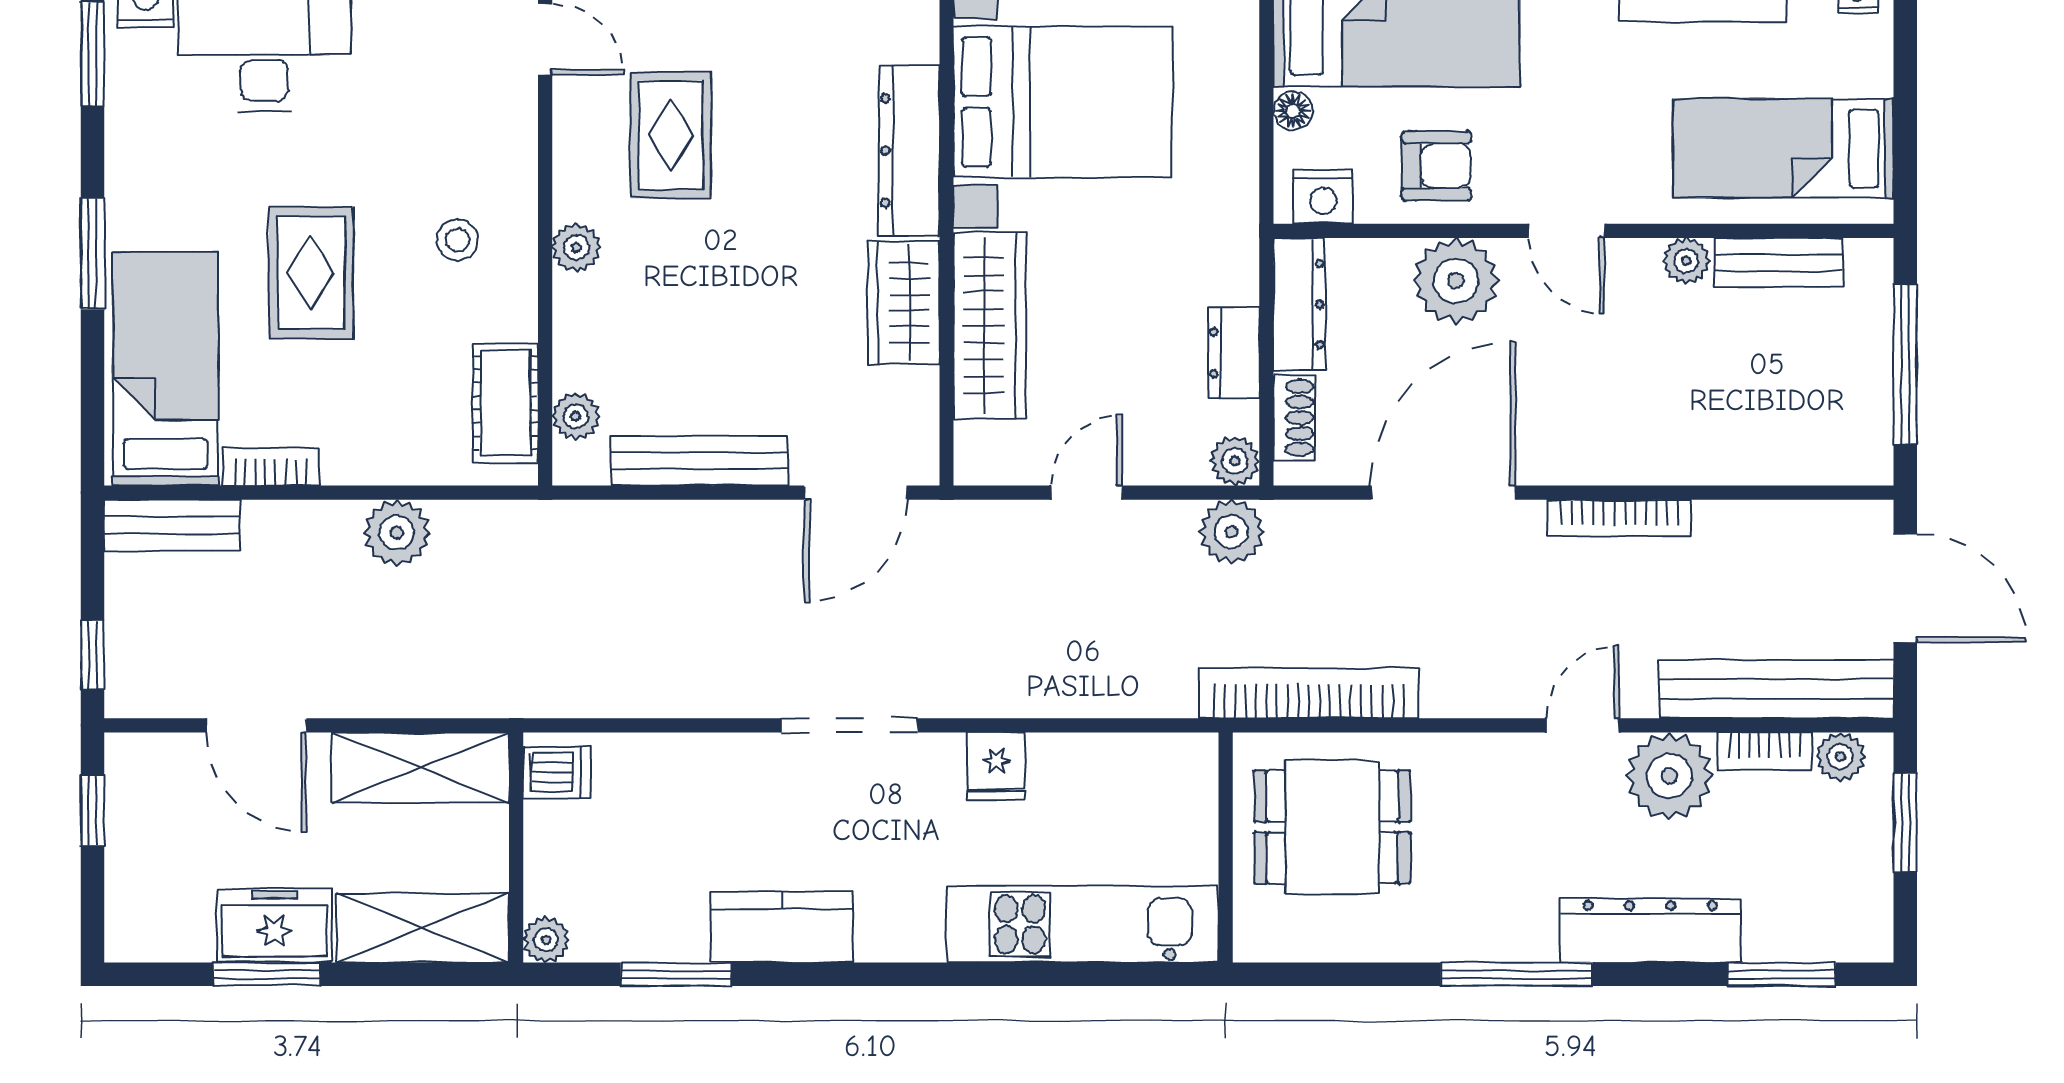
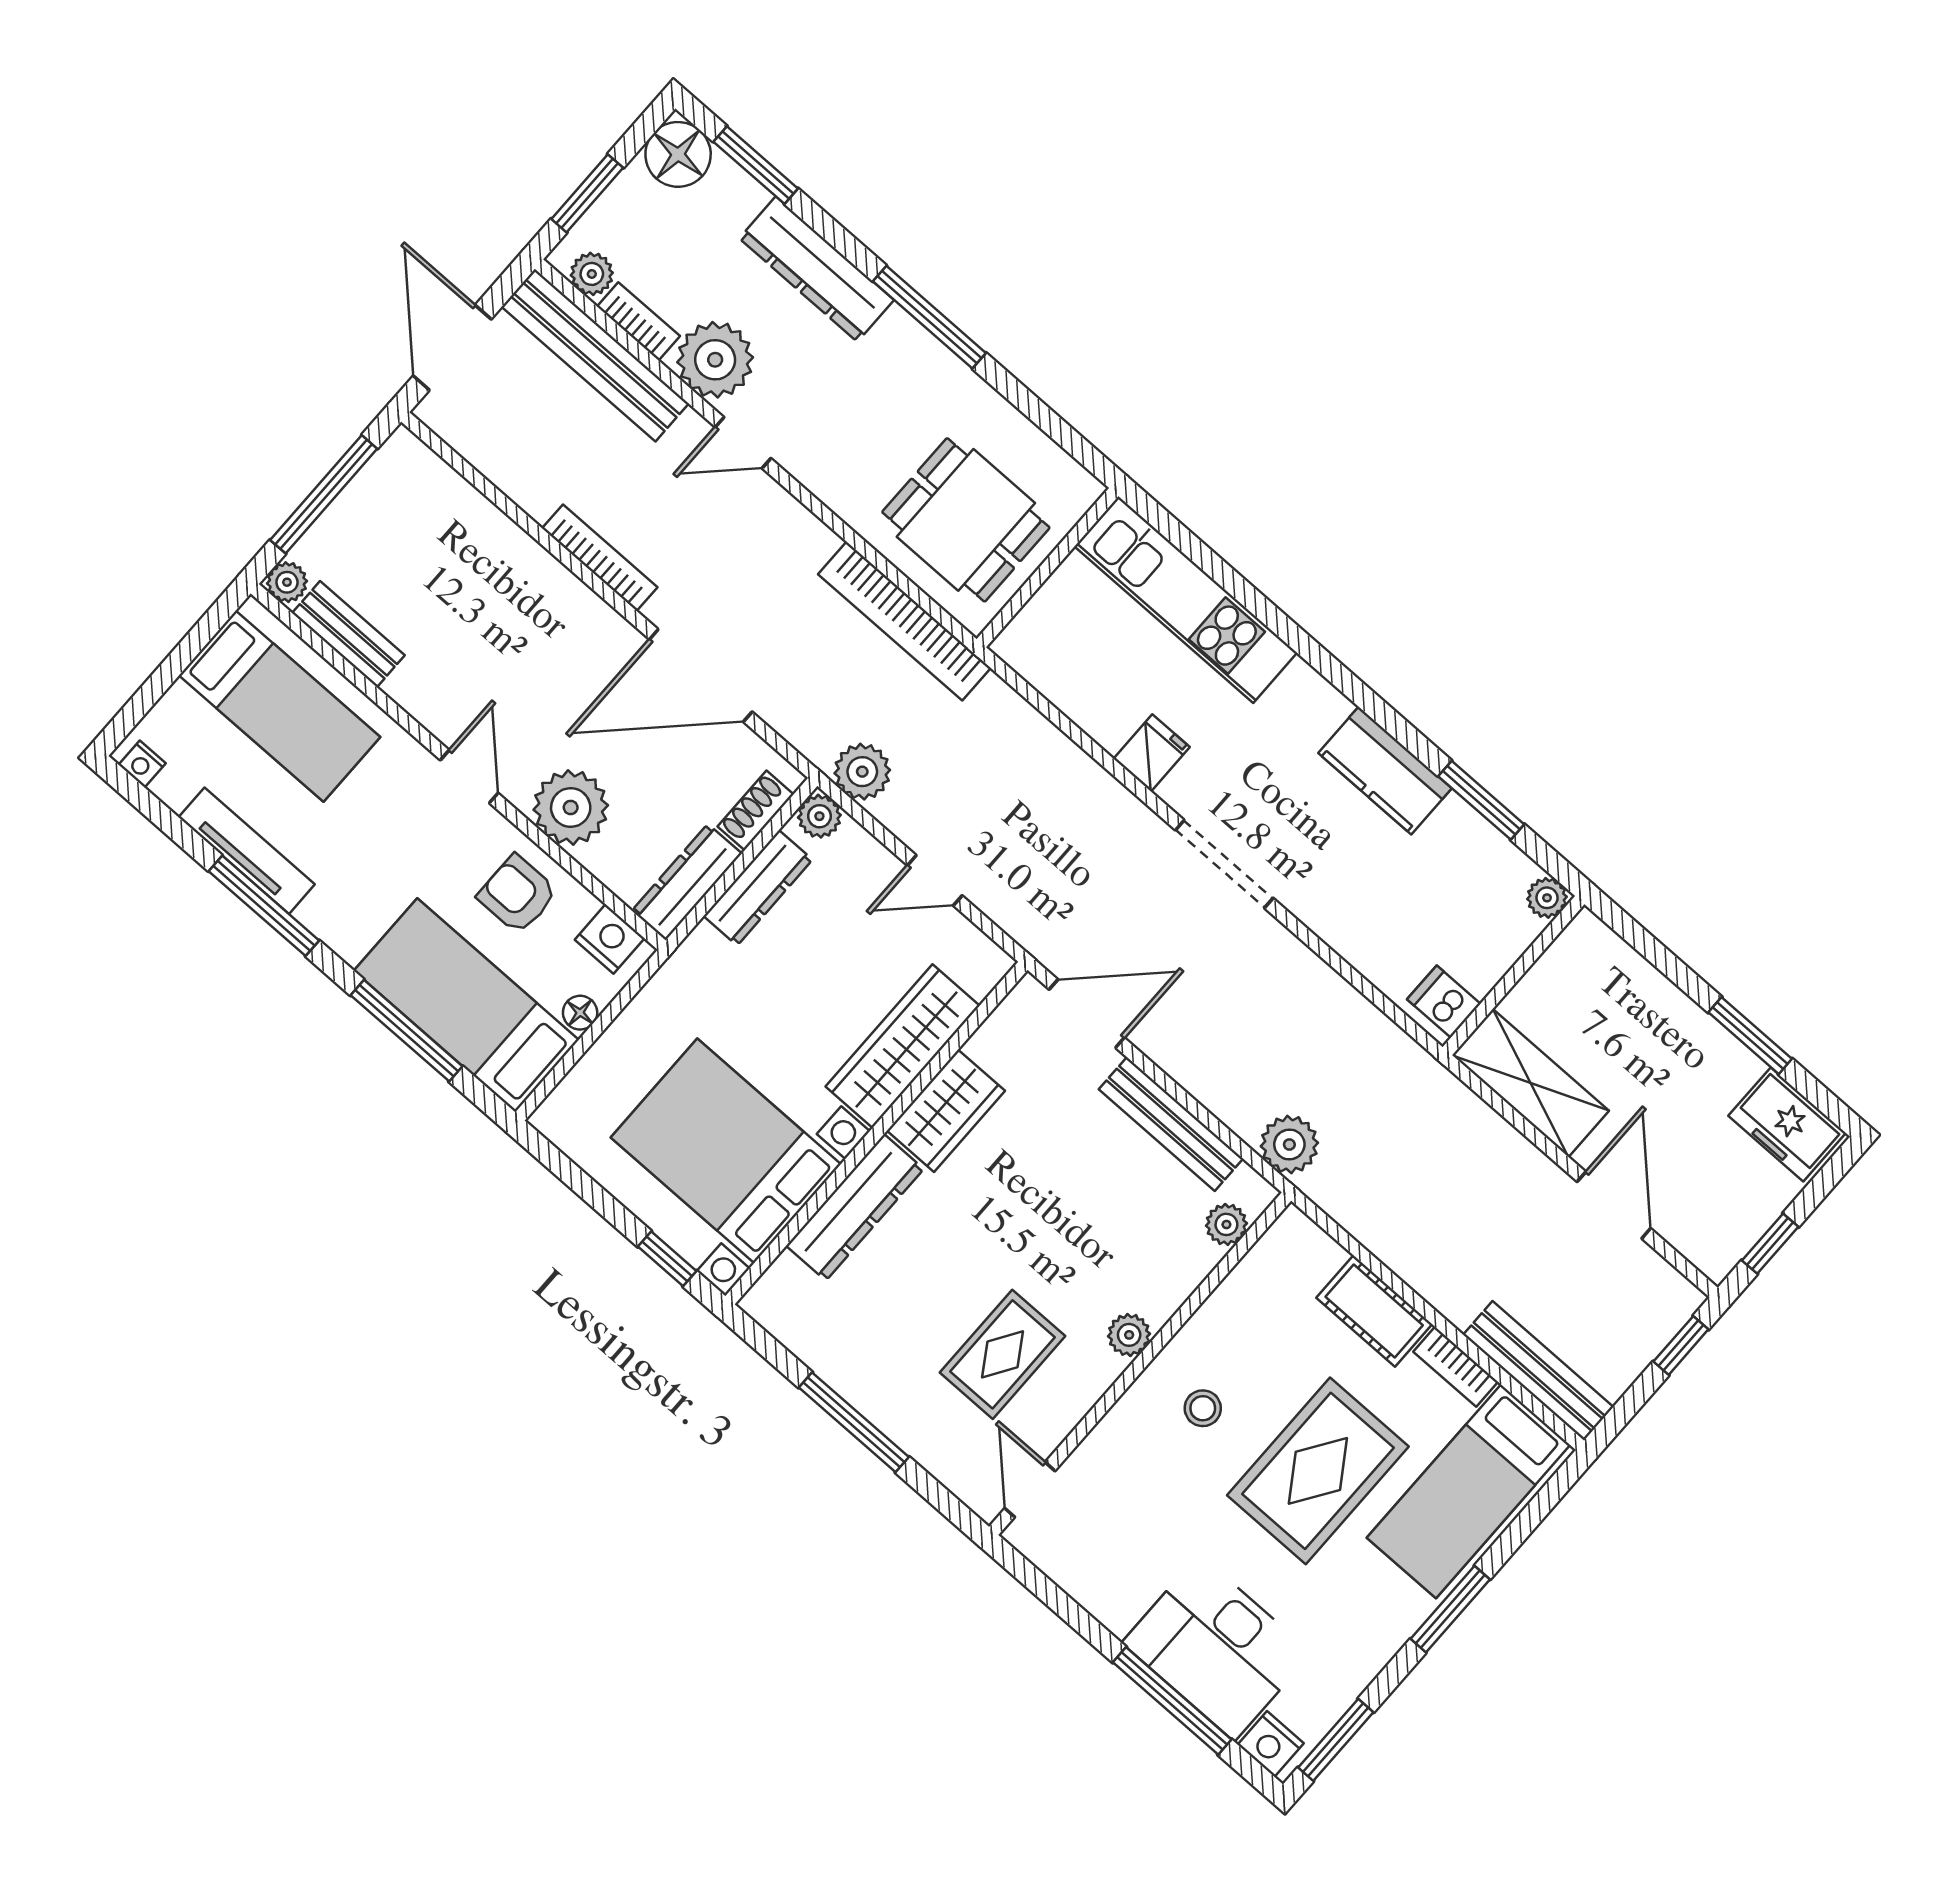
plant: (1686, 261) -> (287, 582), moved
rug: (311, 273) -> (1318, 1471), width x1.36, depth x1.43
dresser: (1234, 353) -> (758, 888), width x1.44
cot: (506, 403) -> (1374, 1311), moved, turned 90
bench: (172, 525) -> (1538, 1371), width x1.36
plant: (397, 533) -> (1289, 1144), moved
floor lamp: (1856, 925) -> (678, 154), added
freezer: (274, 926) -> (1787, 1124), moved
shelving: (423, 928) -> (1621, 976), removed

